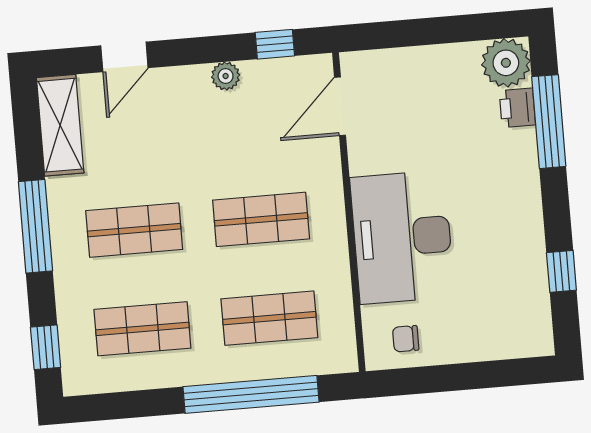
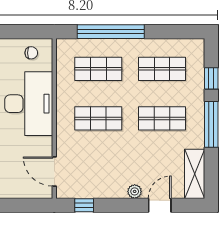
plant: (226, 76) -> (135, 191), moved
door: (340, 106) -> (54, 172), swing flipped
window: (46, 347) -> (211, 78), moved

